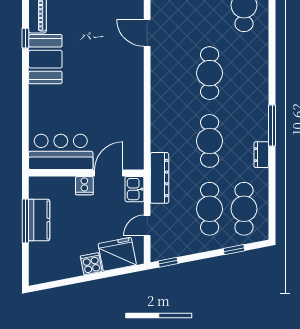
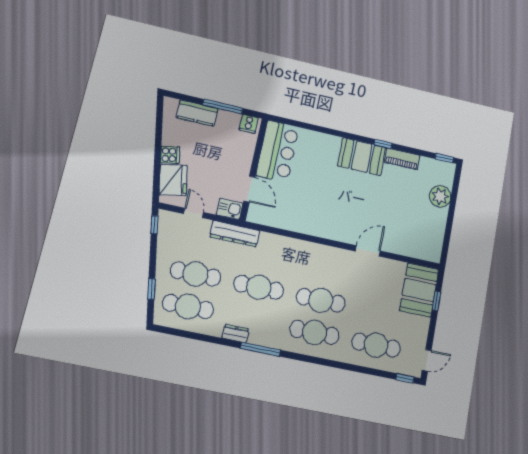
cafe table: (244, 73) -> (314, 332), added
cooker: (84, 186) -> (249, 124), moved, turned -90
kitchen counter: (39, 220) -> (197, 113), moved

